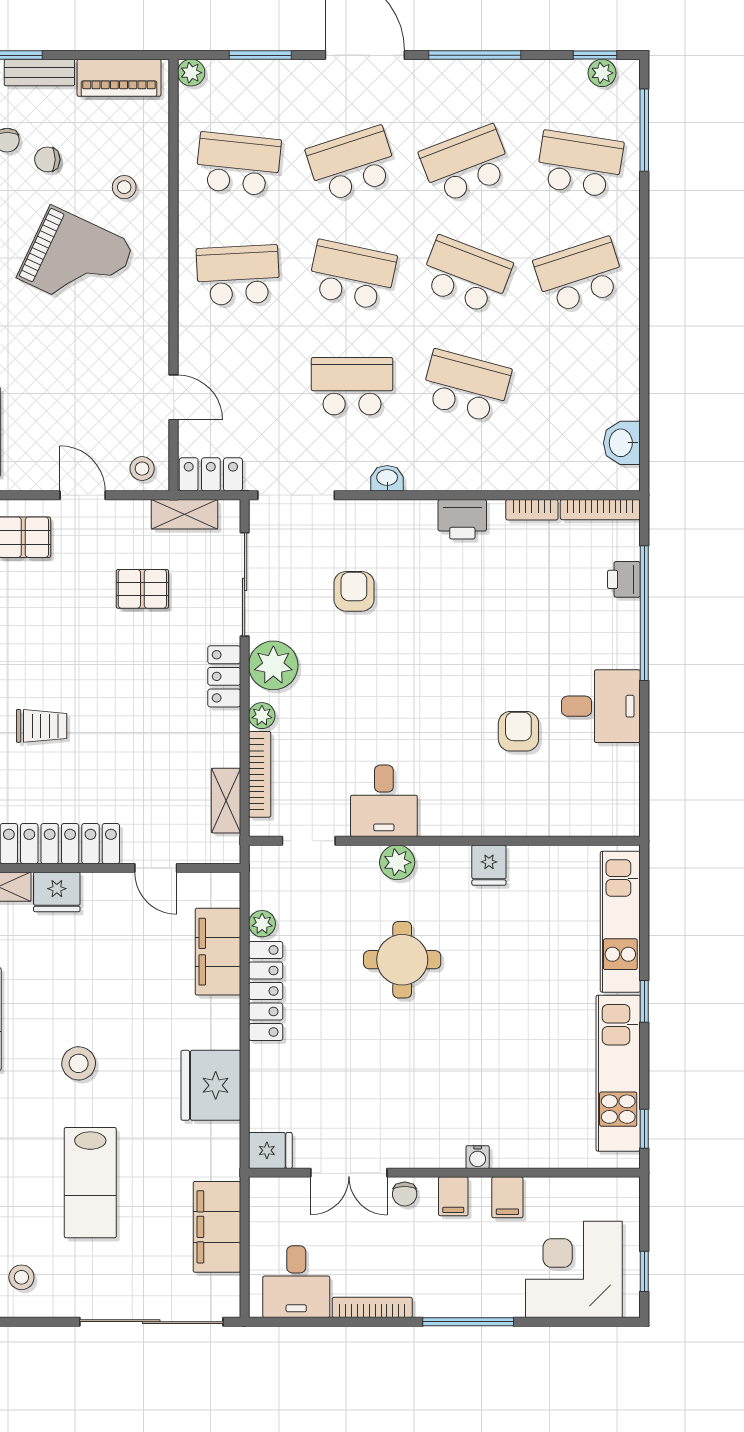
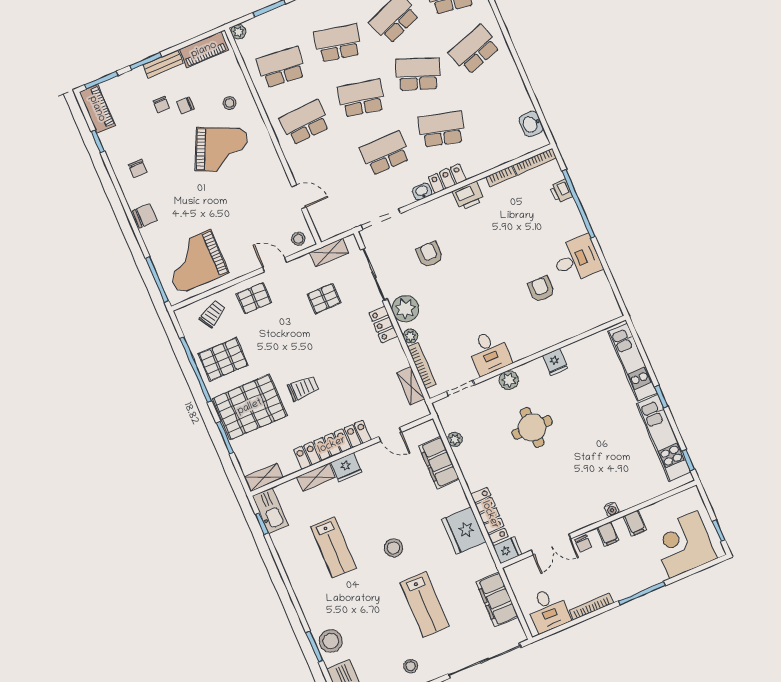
school desk: (352, 164) -> (338, 43), turned 30
locker: (211, 474) -> (447, 179), moved
locker: (266, 991) -> (490, 515), moved

